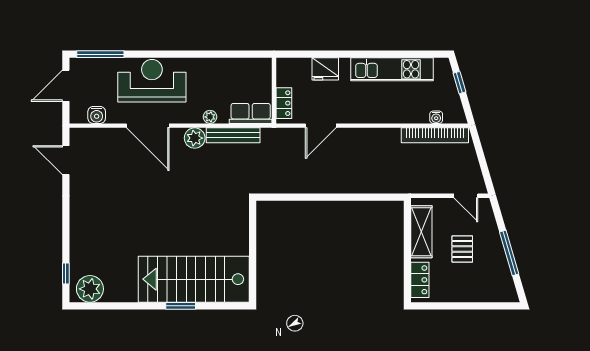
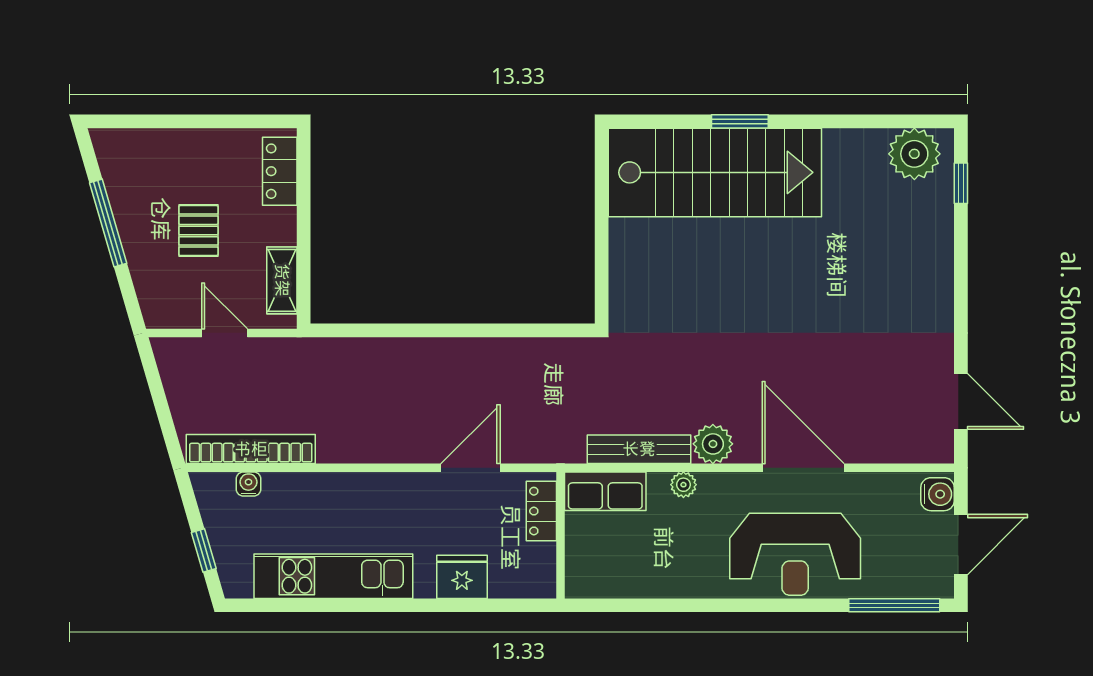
water cooler: (97, 115) -> (937, 494), moved, turned 90
door: (466, 196) -> (225, 333), moved
shelving: (421, 232) -> (282, 280), width x0.67, depth x0.75

